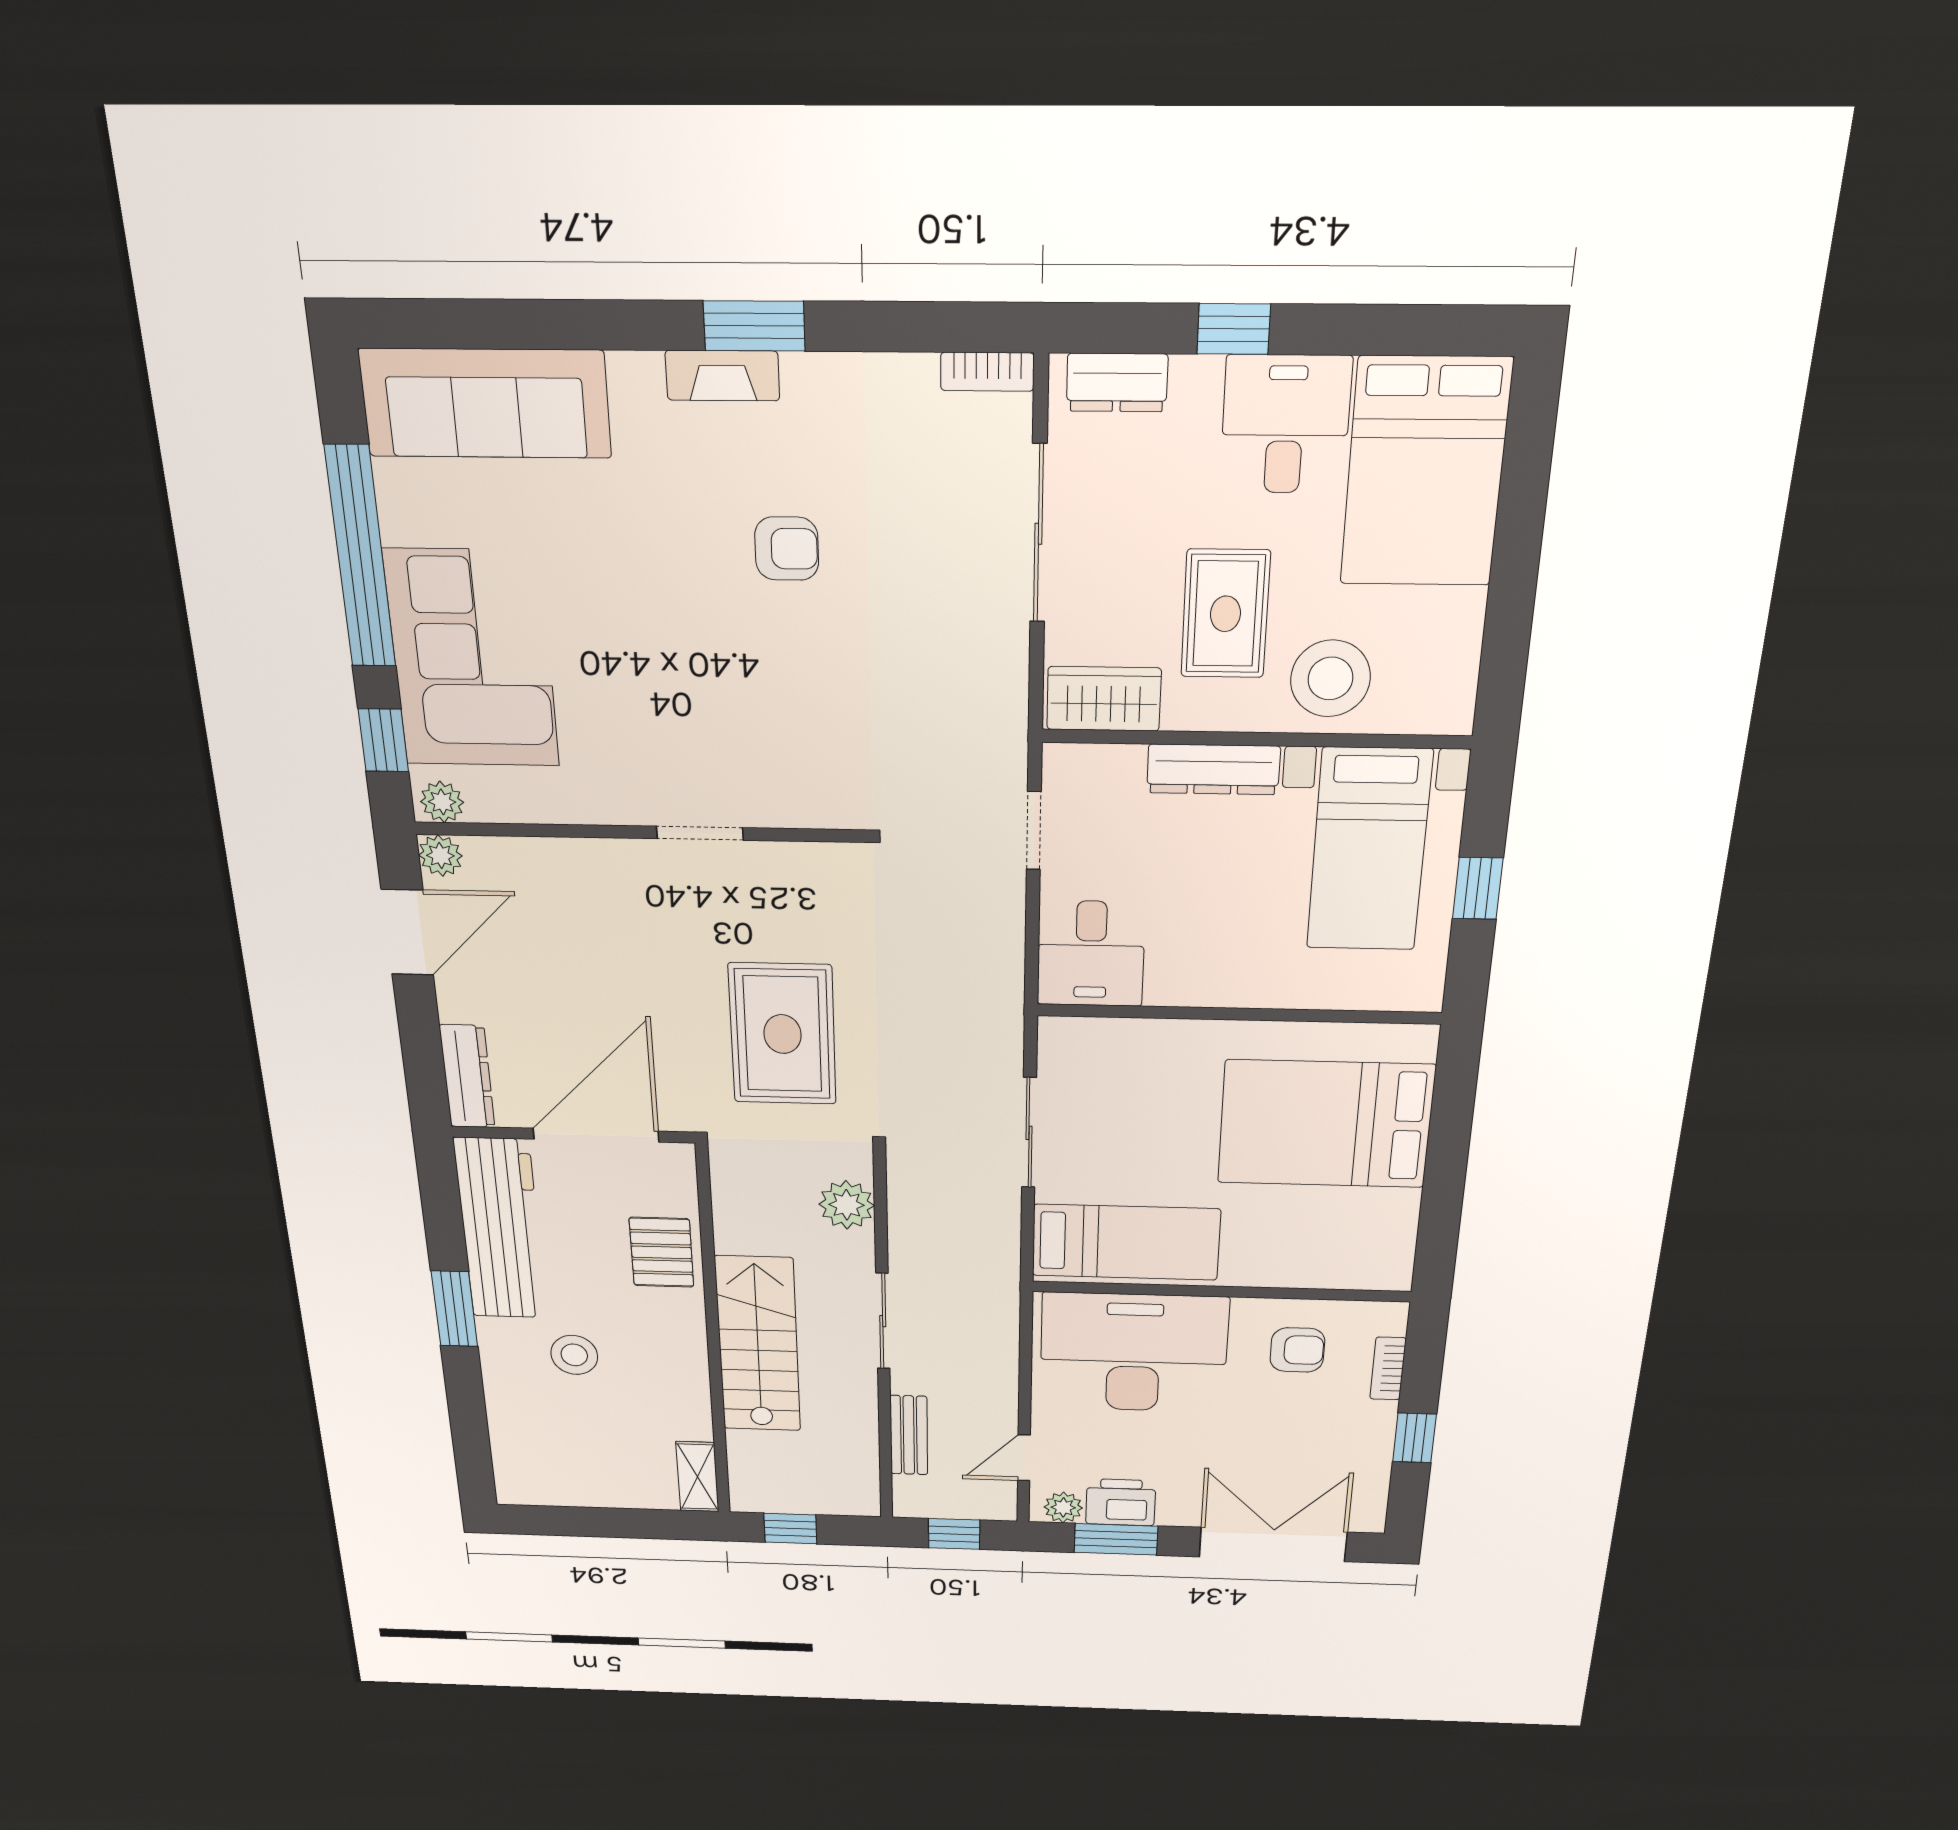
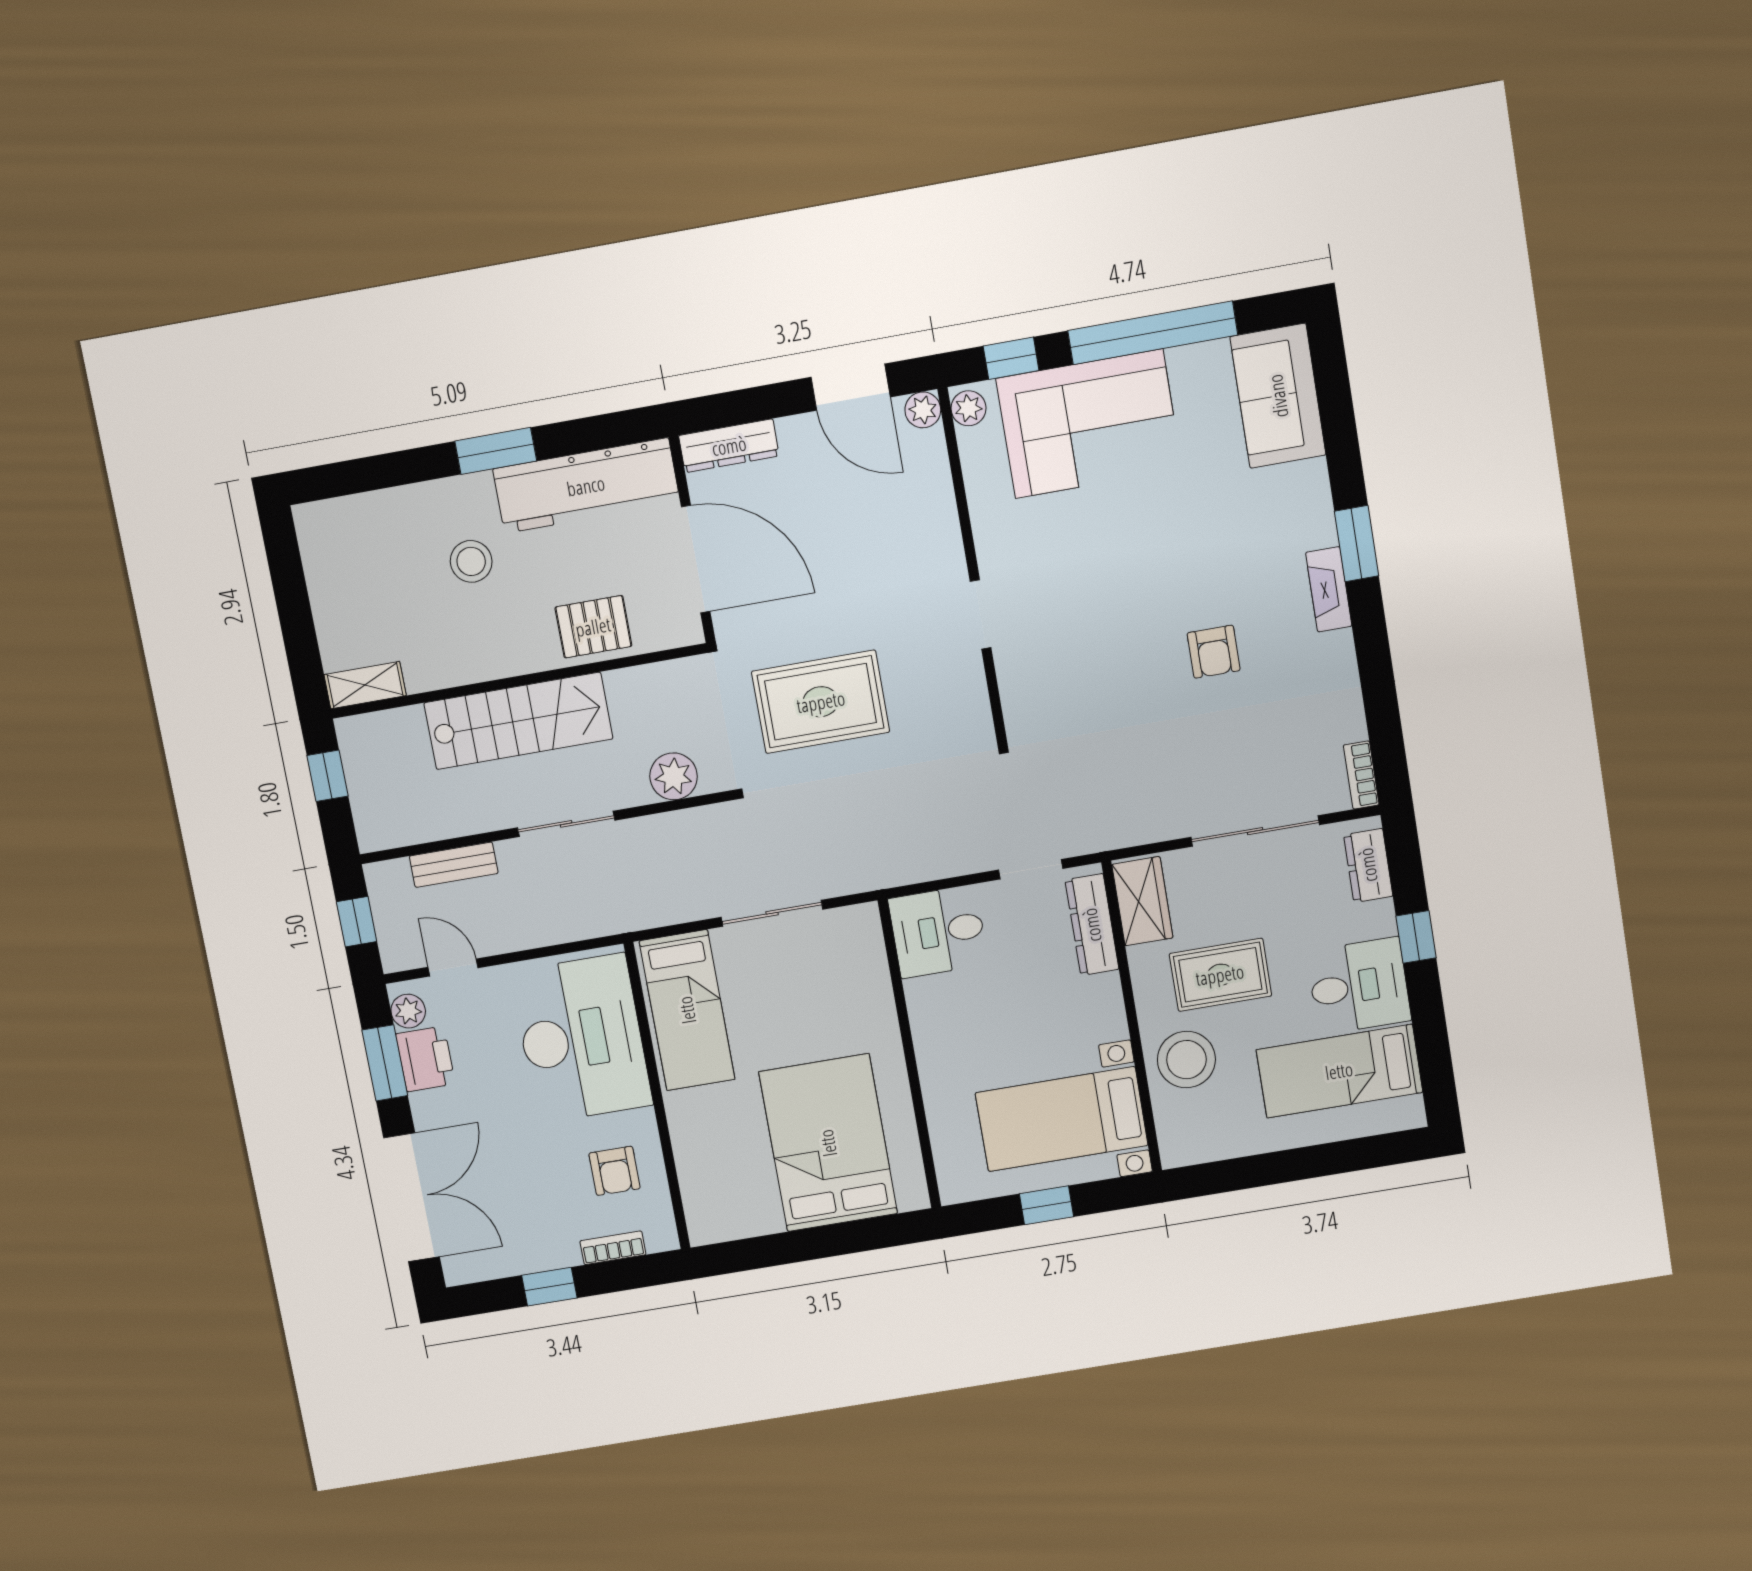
window: (754, 326) -> (1357, 544), moved
sofa: (485, 403) -> (1278, 396), width x0.73
bed: (1425, 472) -> (1339, 1071), width x0.67
dresser: (1213, 769) -> (1092, 925), moved

